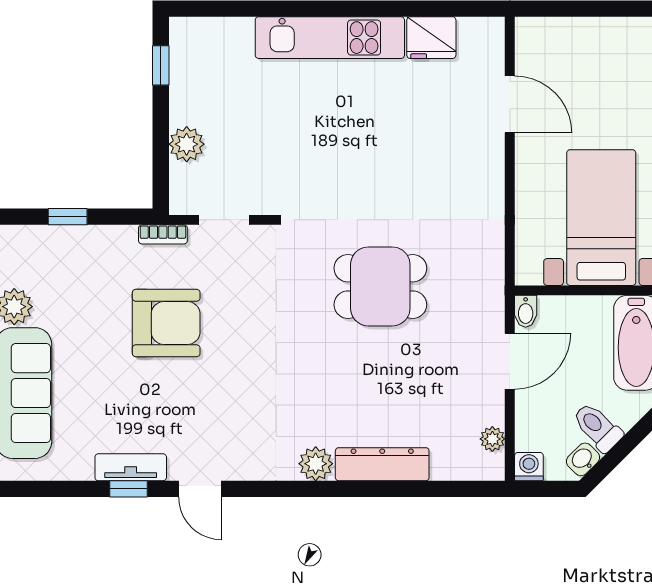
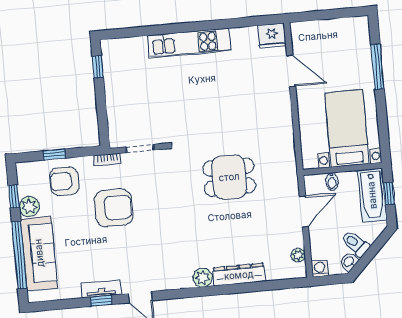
fridge: (431, 38) -> (272, 36), moved
plant: (187, 144) -> (116, 109), removed
armchair: (82, 267) -> (64, 181), added
bidet: (526, 311) -> (332, 182), moved

